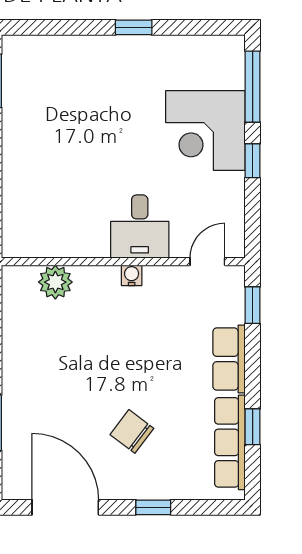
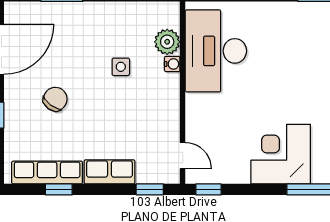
window: (253, 161) -> (208, 189), moved
desk: (140, 227) -> (216, 51), moved, width x1.87, depth x1.30
water cooler: (132, 275) -> (172, 64), moved
side table: (89, 344) -> (121, 67), added

